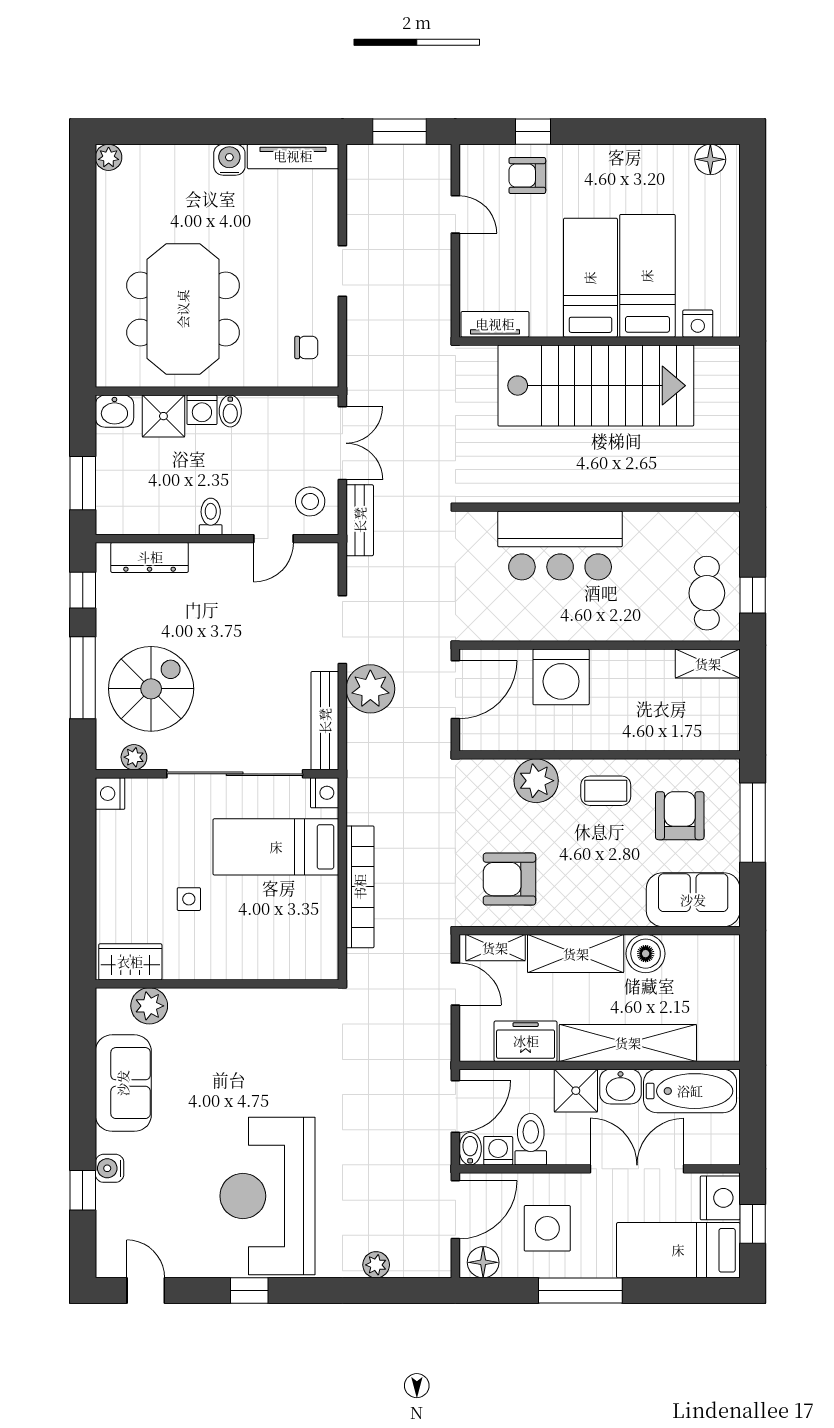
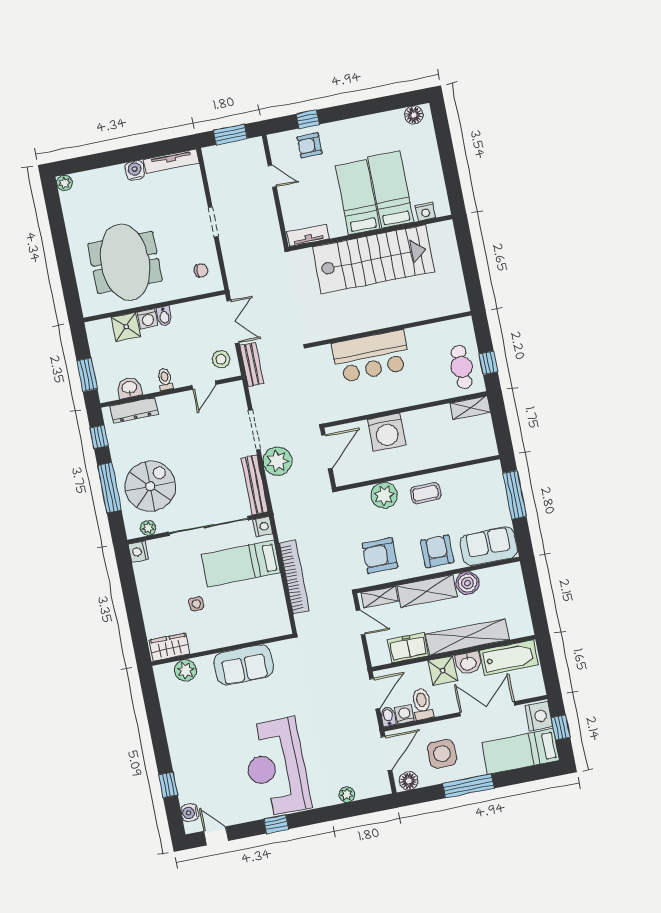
washbasin: (114, 411) -> (129, 388), moved, turned 180
armchair: (680, 816) -> (437, 551), moved
sofa: (123, 1083) -> (244, 665), moved, turned 90
water cooler: (110, 1168) -> (190, 813), moved

